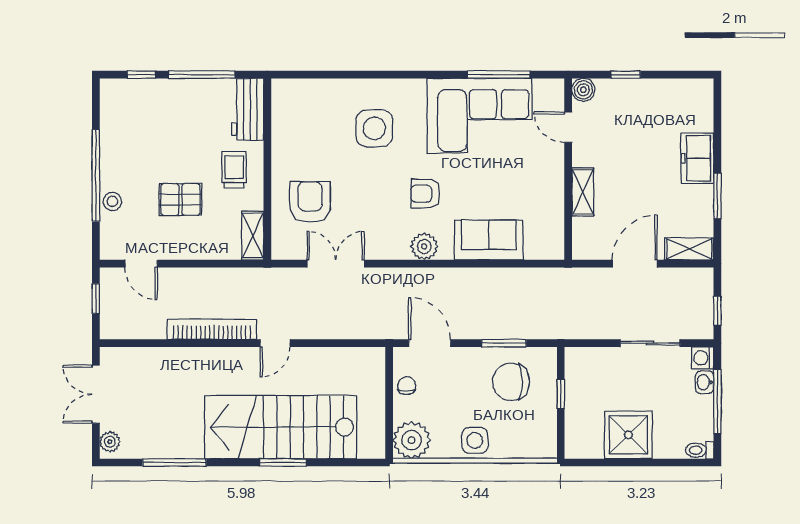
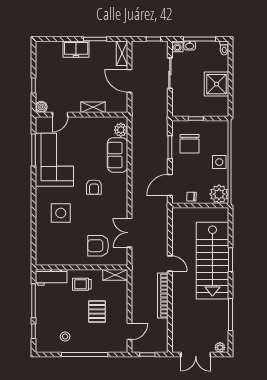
stool: (112, 201) -> (65, 337), moved
plant: (424, 246) -> (121, 130), moved

